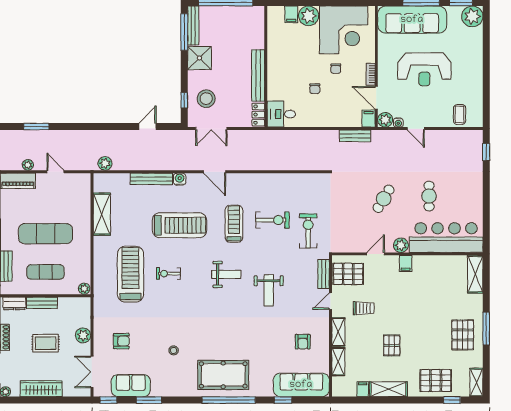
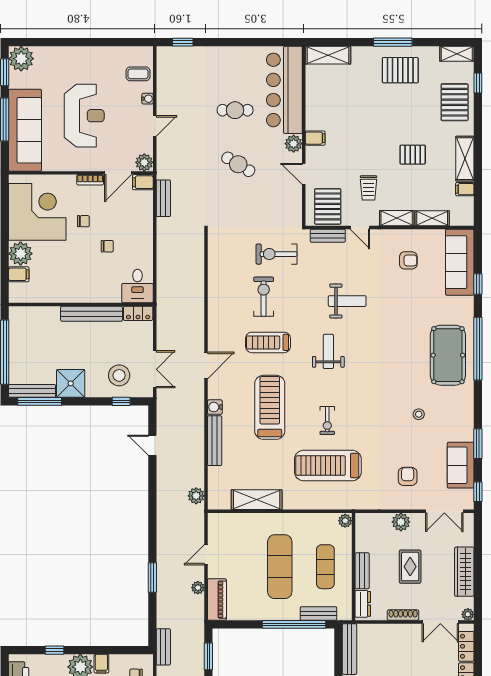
water cooler: (398, 123) -> (148, 99), moved
trolley: (364, 308) -> (369, 188), turned 180

